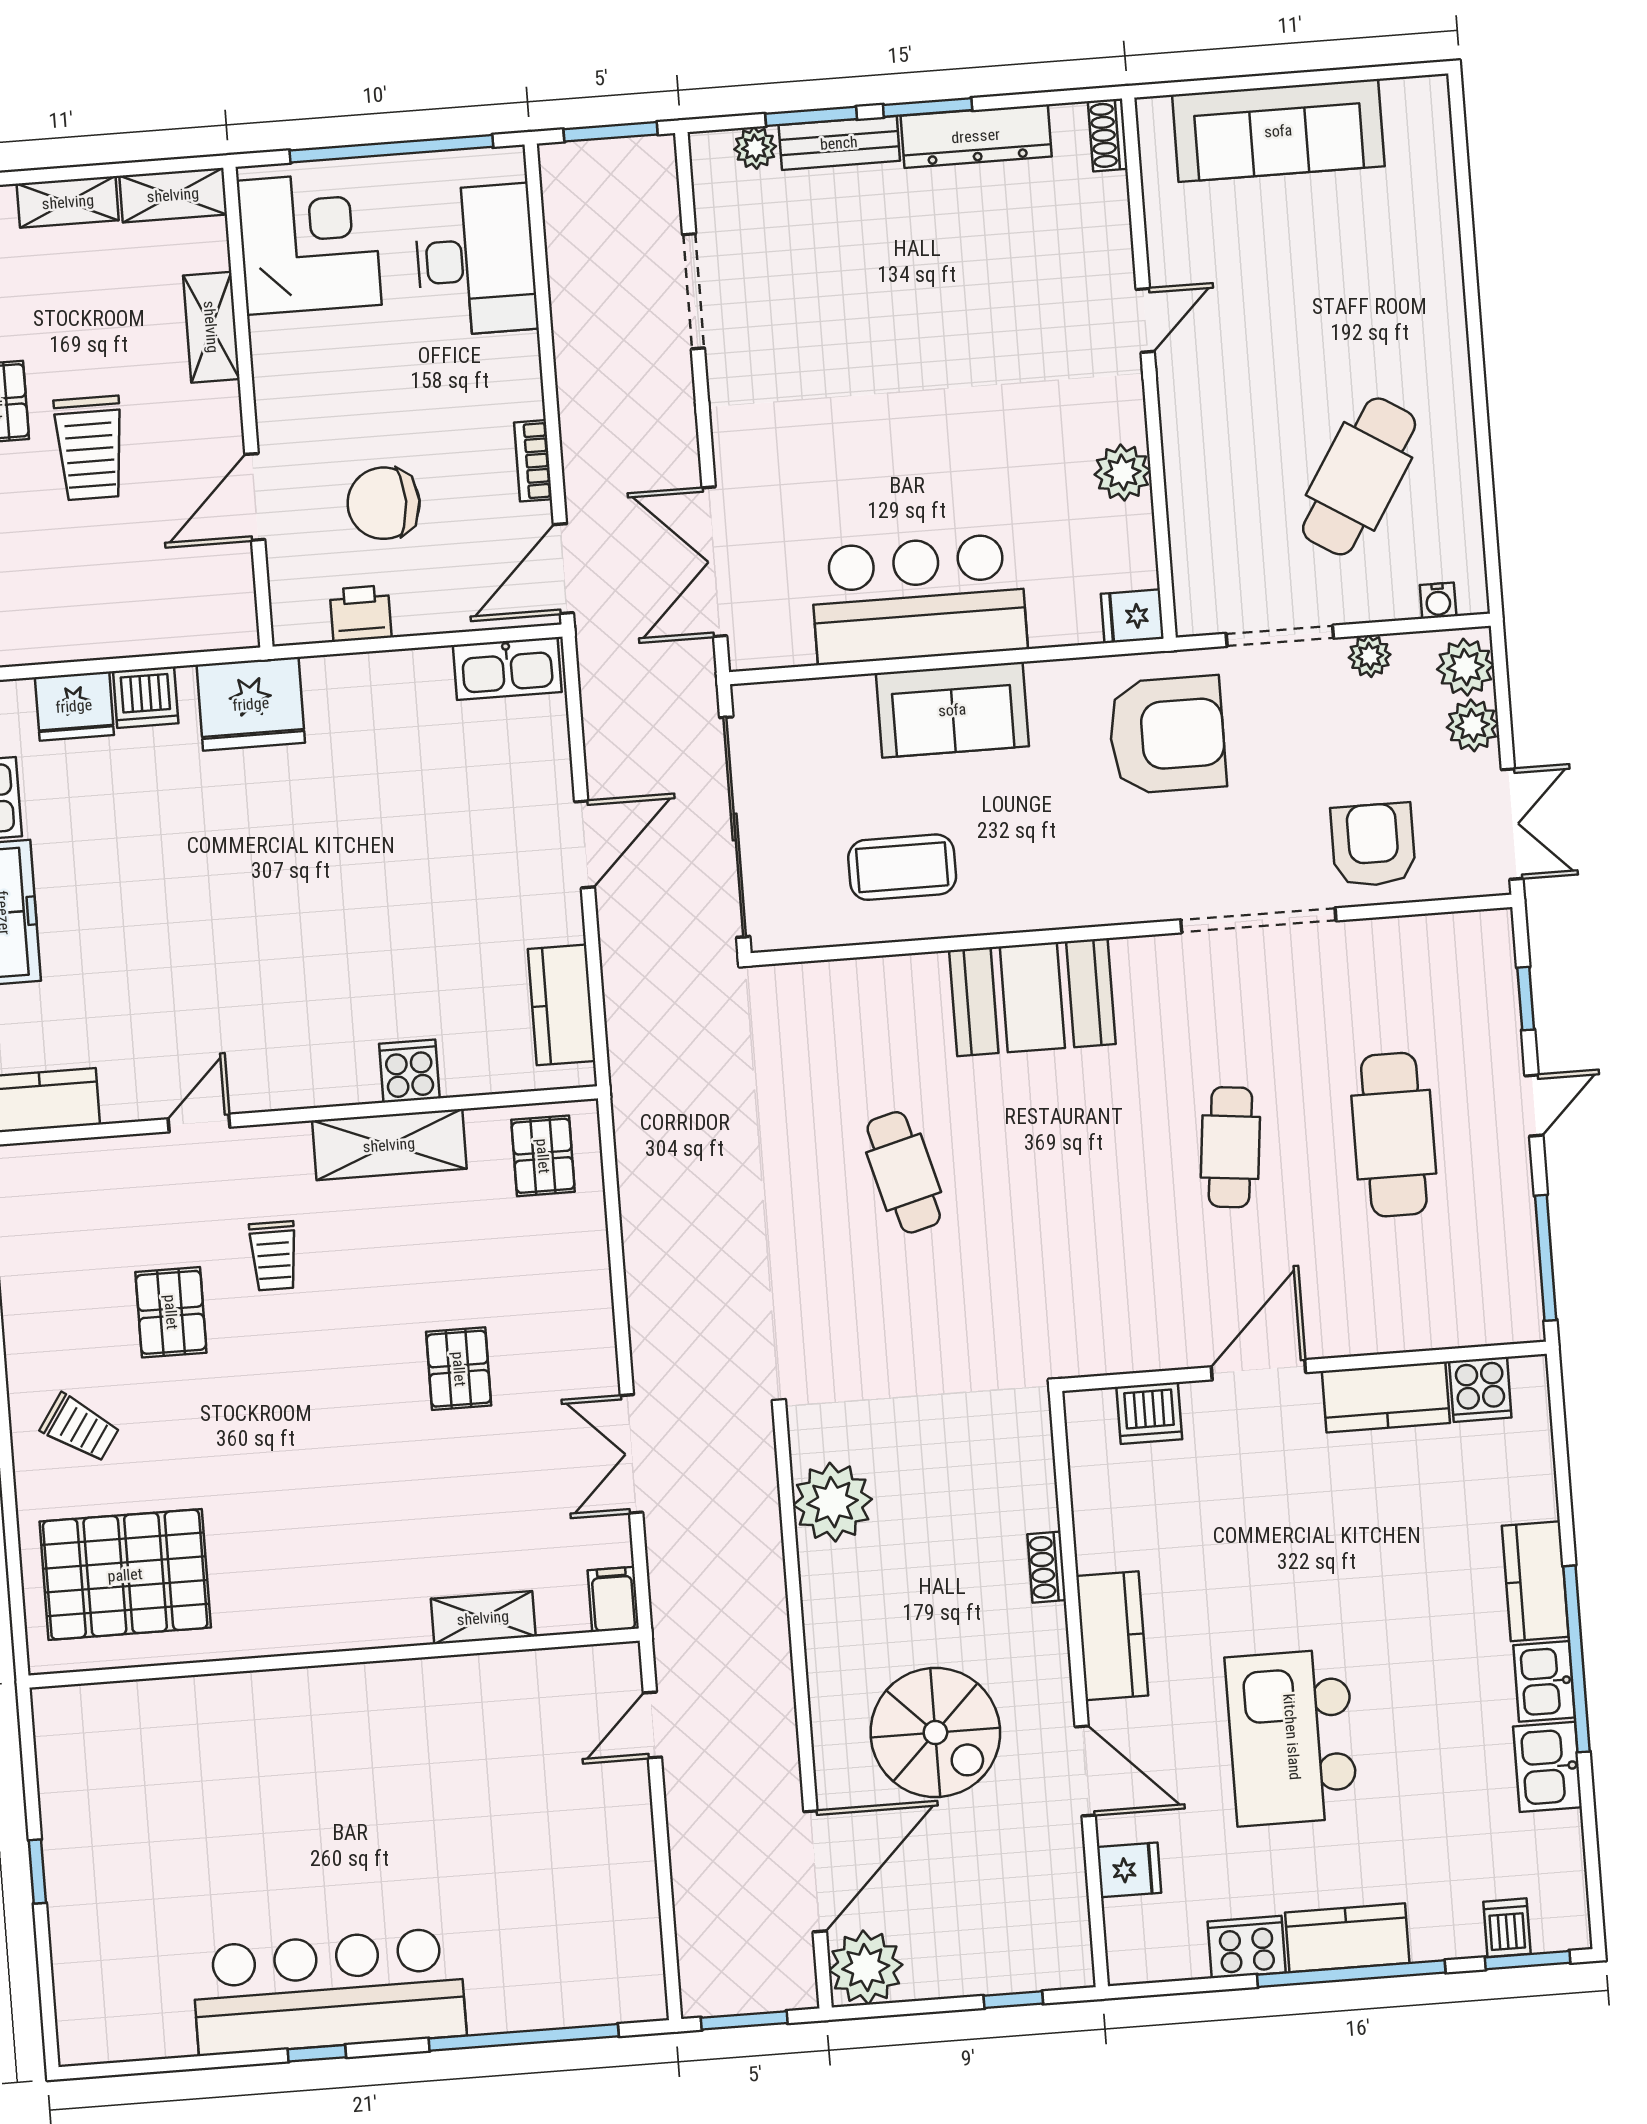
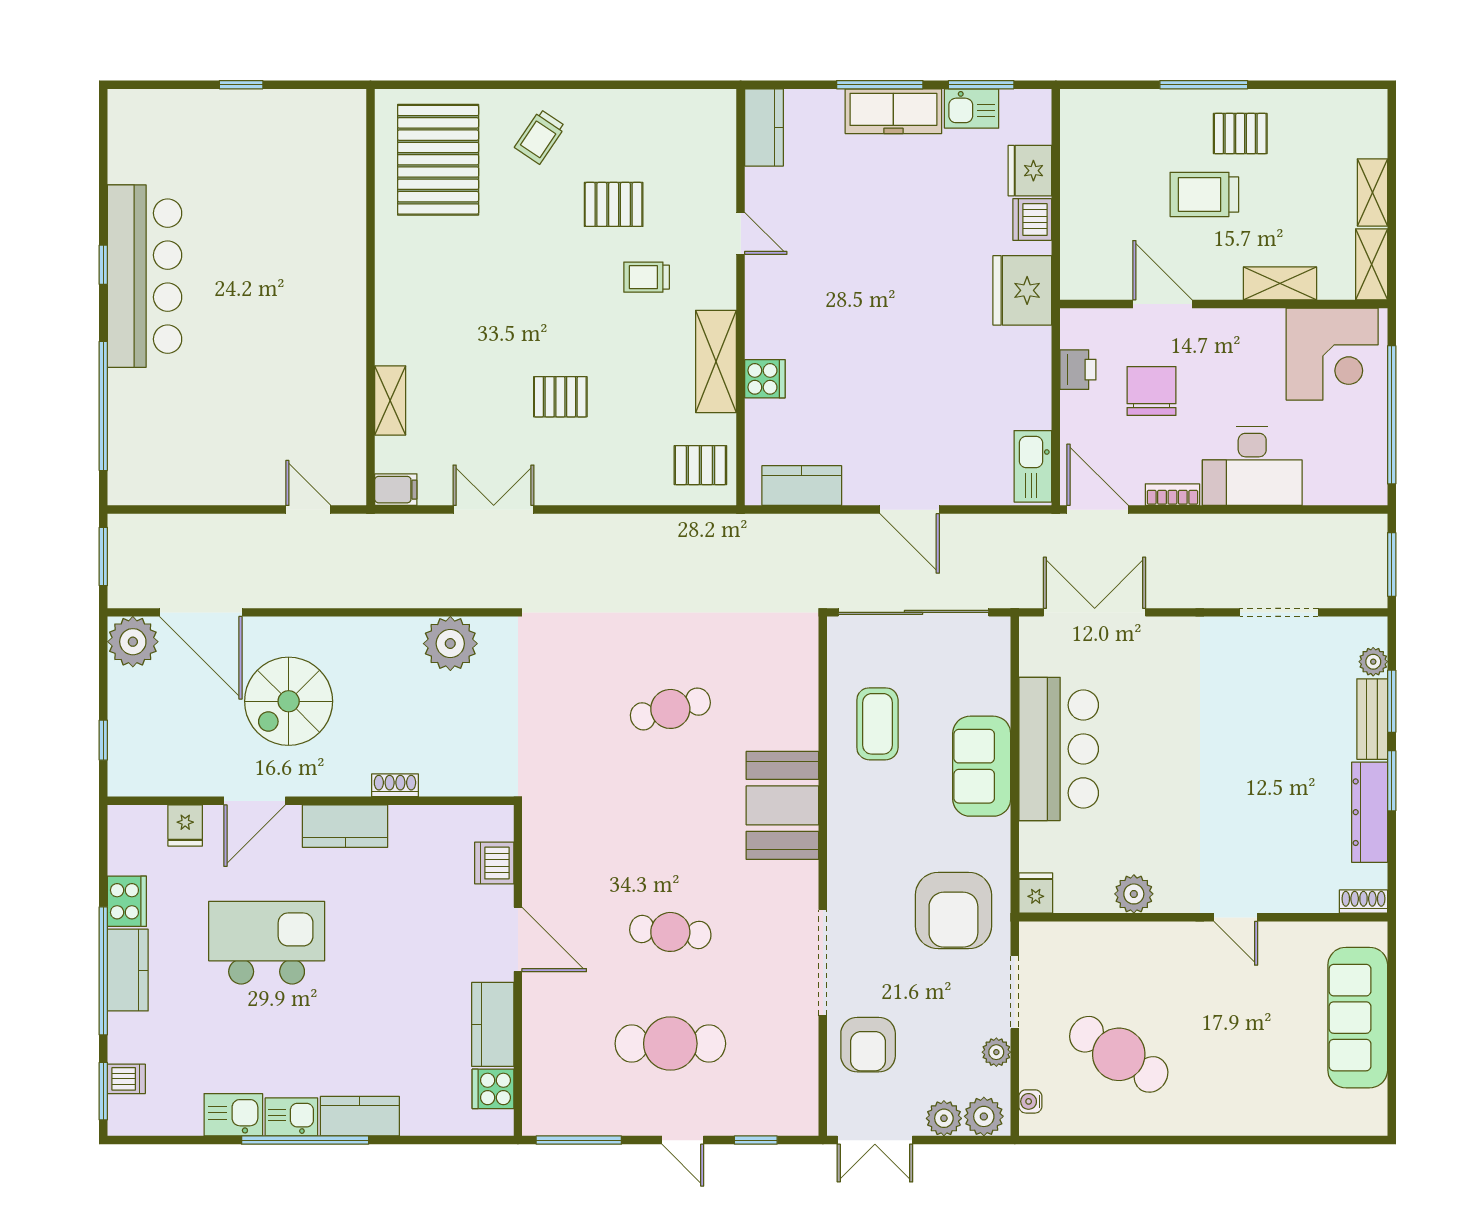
desk: (476, 260) -> (1252, 466), moved
armchair: (1373, 845) -> (868, 1045), turned 90

